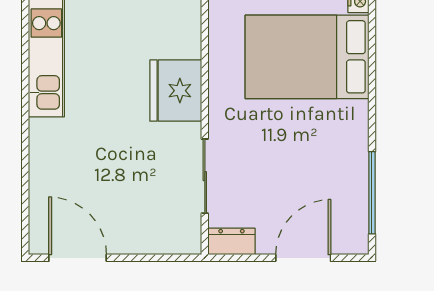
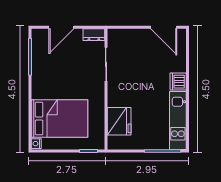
fridge: (176, 91) -> (119, 121), moved
dishwasher: (46, 138) -> (178, 82), added

